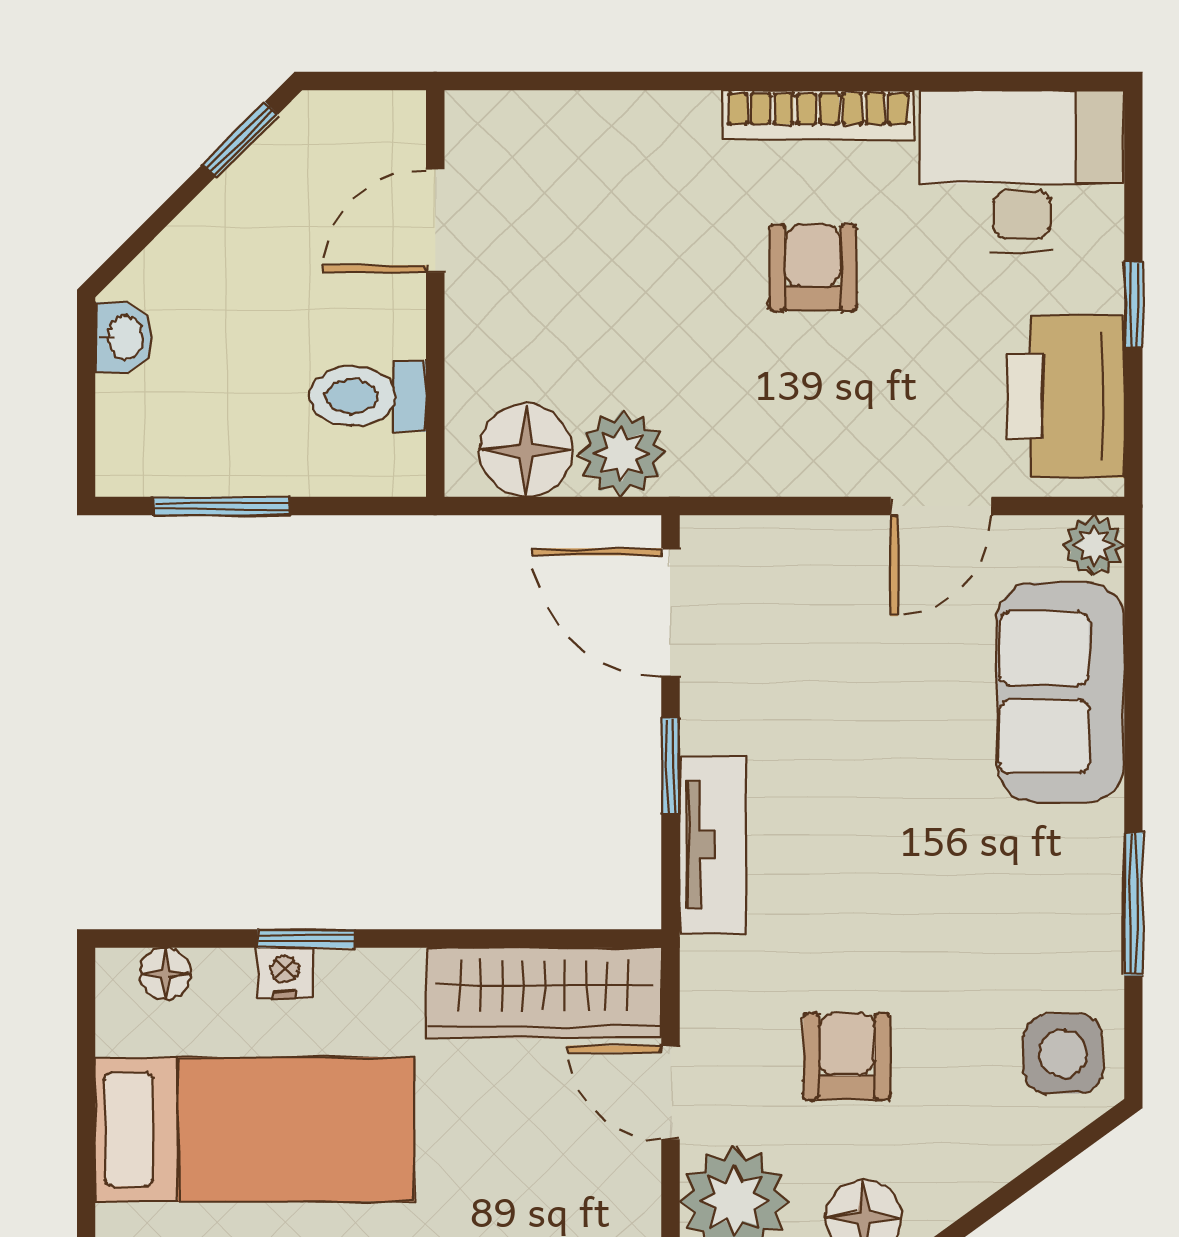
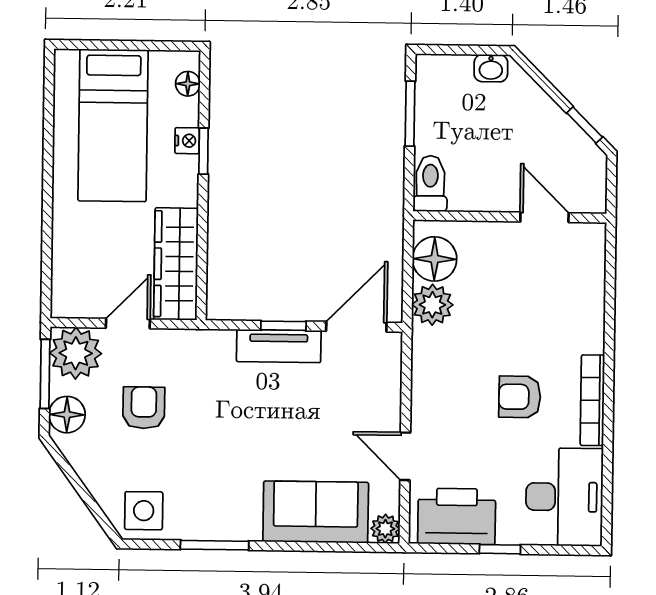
armchair: (813, 268) -> (520, 397), turned 180
toilet: (368, 396) -> (430, 184), moved
tv unit: (713, 845) -> (279, 346), moved
armchair: (847, 1056) -> (144, 408), turned -90

